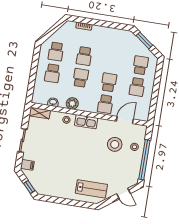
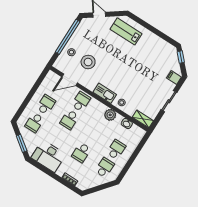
desk: (114, 39) -> (48, 156), added
school desk: (84, 56) -> (81, 153), turned 180
school desk: (81, 78) -> (93, 135), removed

